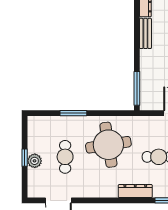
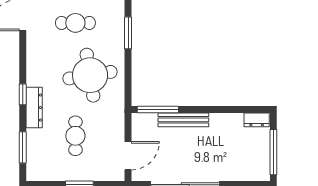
bench: (145, 33) -> (183, 120), moved, width x1.36
window: (124, 200) -> (23, 94), added

